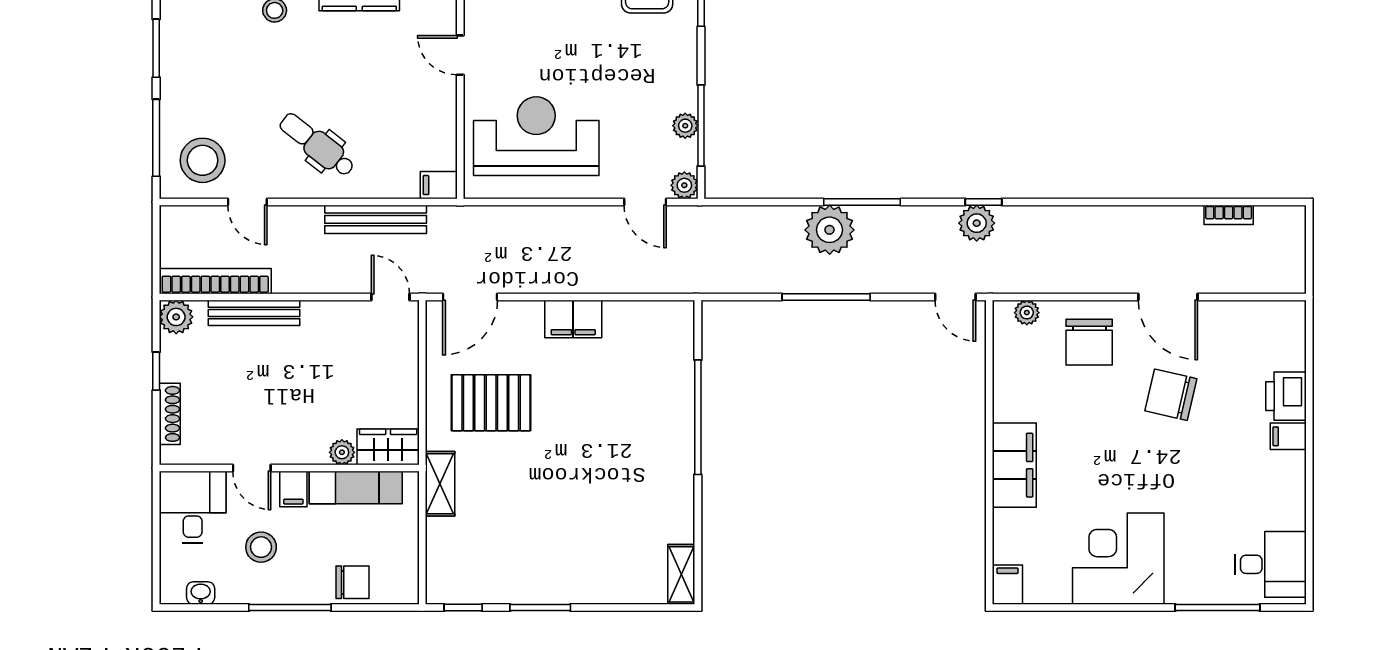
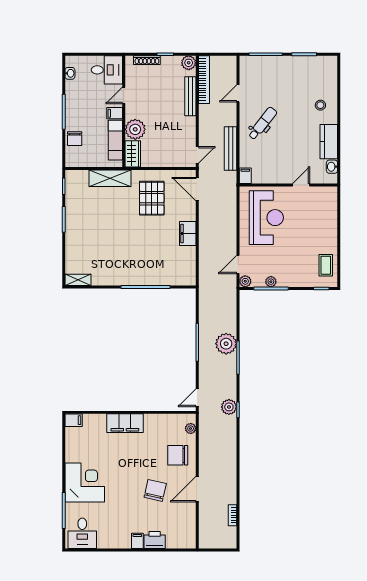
stool: (203, 160) -> (256, 74), removed
plant: (342, 452) -> (135, 129), width x1.87, depth x1.87
shelving: (440, 484) -> (110, 178), width x1.50, depth x1.33
stool: (261, 547) -> (90, 99), removed
corner desk: (1118, 559) -> (85, 483), moved

